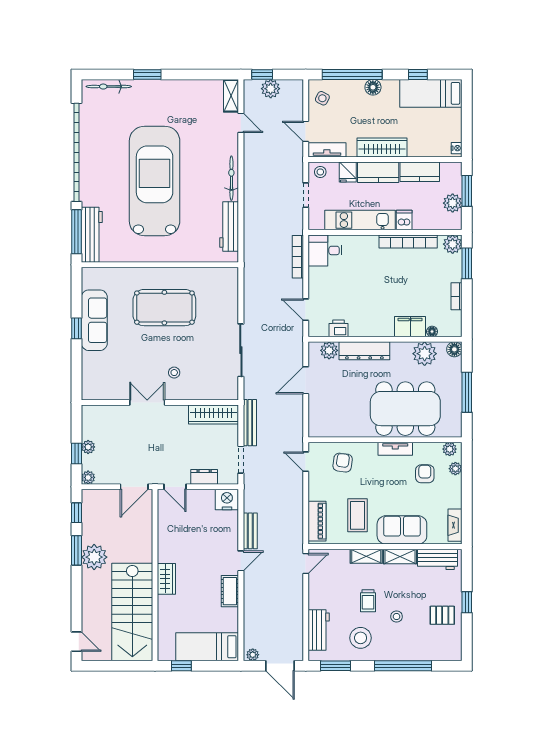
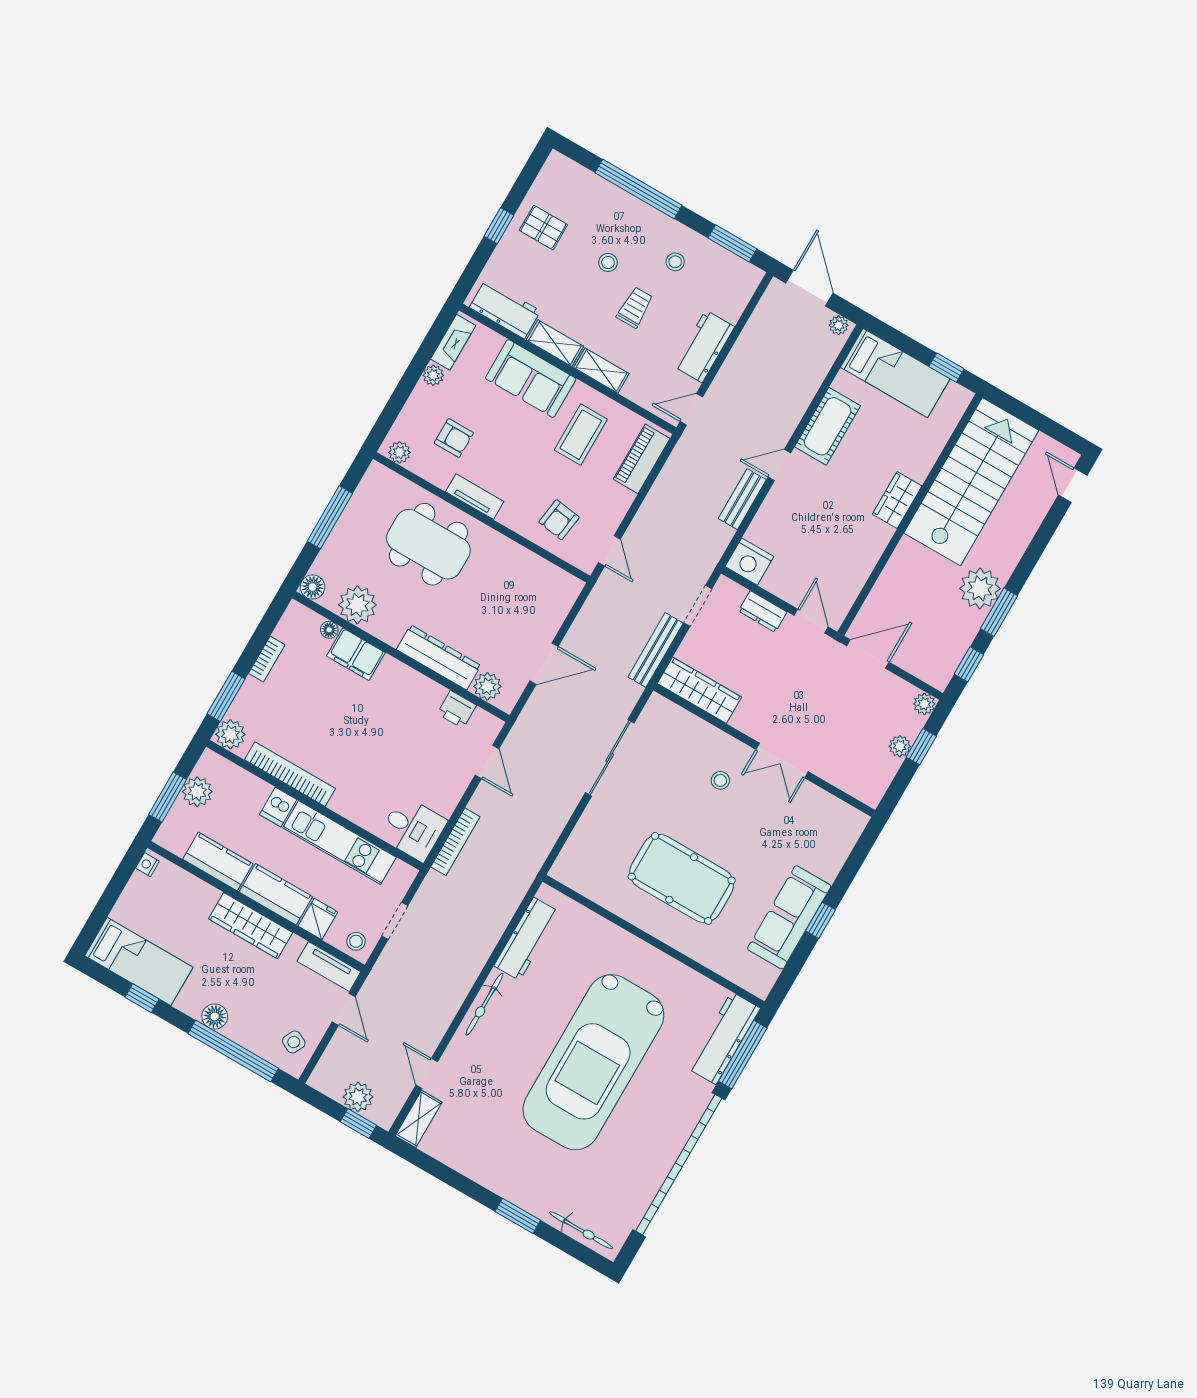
dining table: (405, 409) -> (428, 544), width x0.73, depth x0.80
plant: (455, 469) -> (433, 375), moved
armchair: (425, 474) -> (454, 438), turned -90
cot: (230, 591) -> (828, 426), width x1.37, depth x1.34
workbench: (319, 630) -> (704, 346), moved
stool: (361, 638) -> (675, 262), width x0.53, depth x0.53

